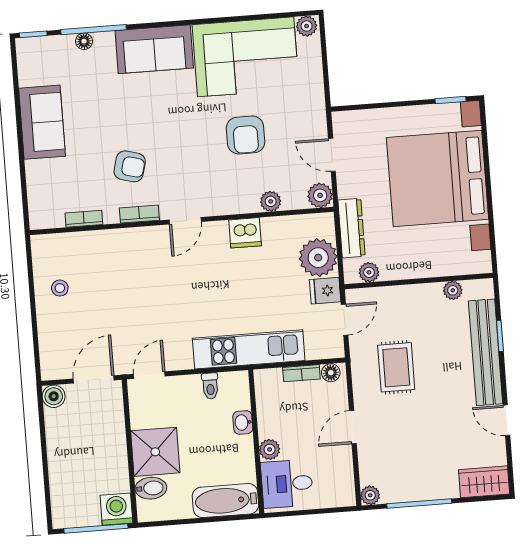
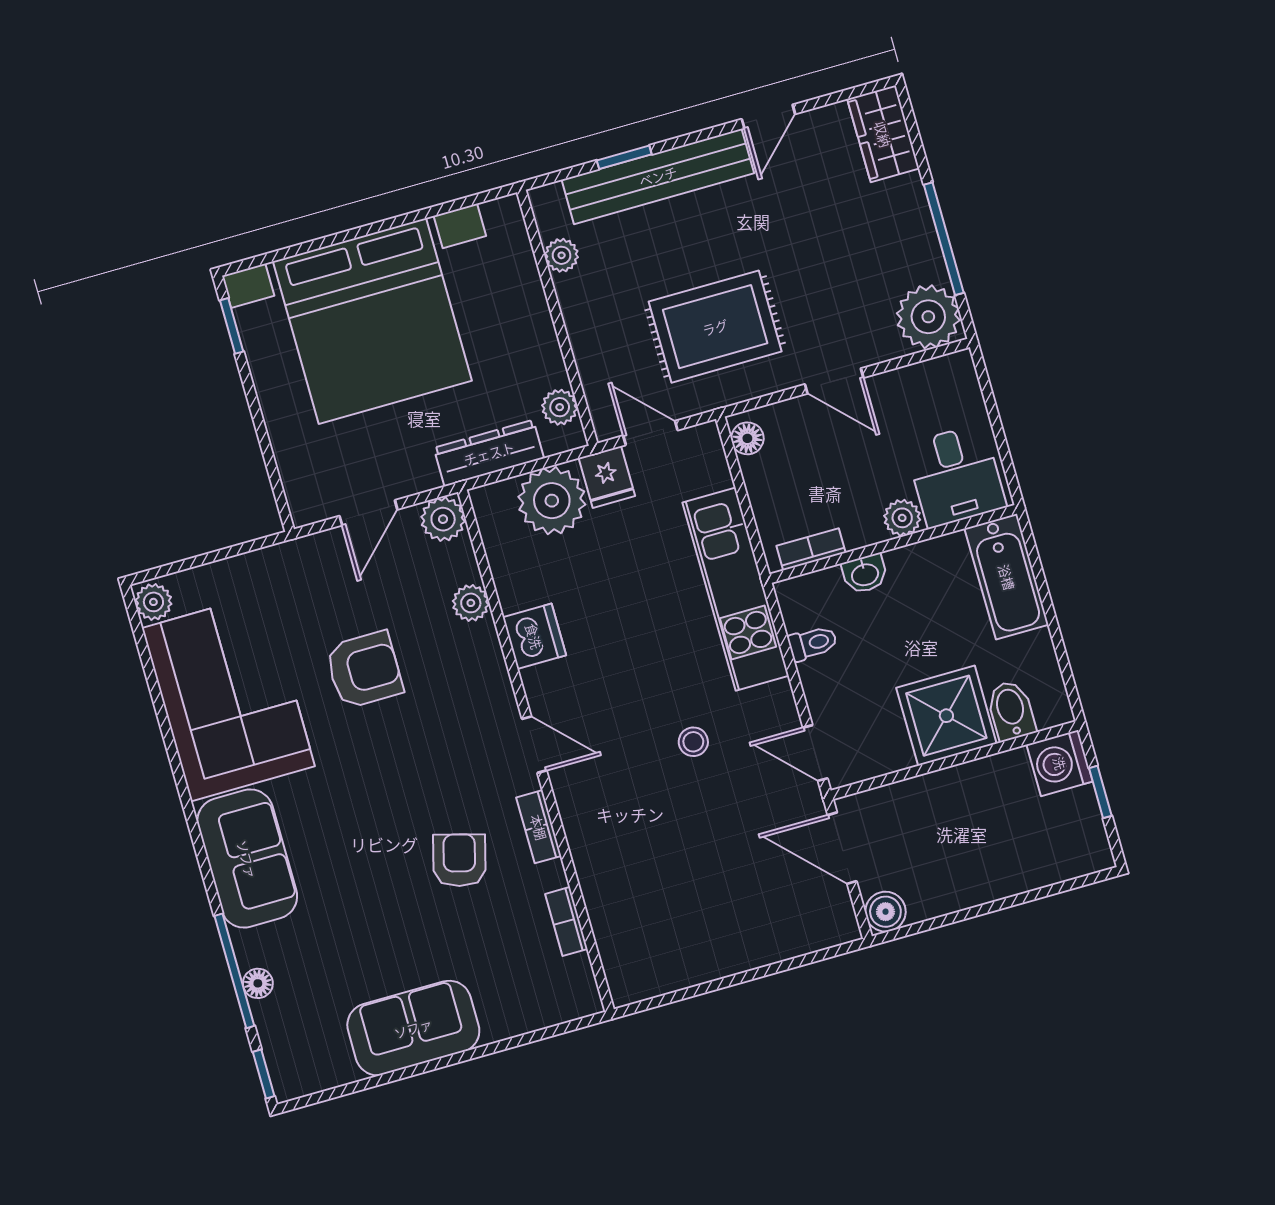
stool: (60, 288) -> (693, 742), moved
rug: (396, 367) -> (715, 327), width x1.36, depth x1.43
bookcase: (301, 373) -> (811, 549), moved, turned -90
plant: (370, 495) -> (928, 317), width x1.88, depth x1.88
window: (96, 528) -> (1100, 792), width x0.46

